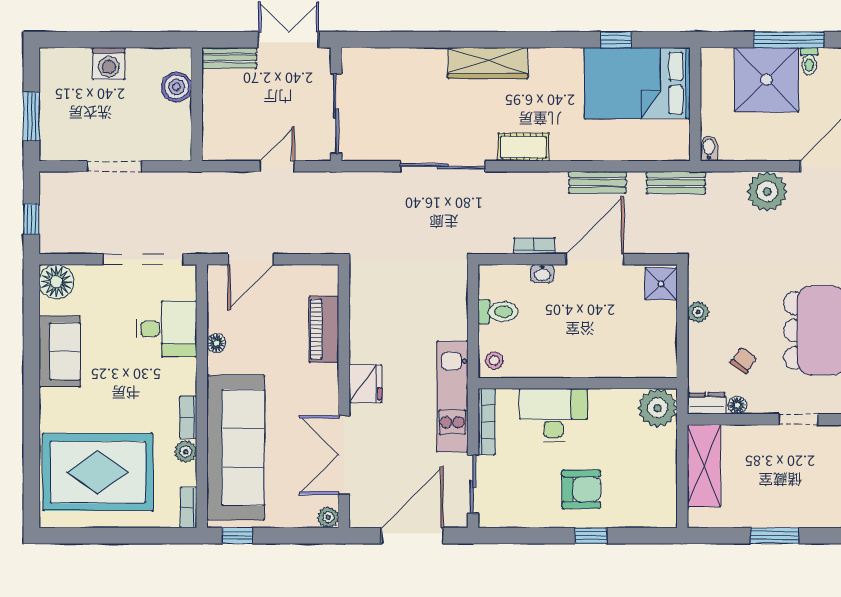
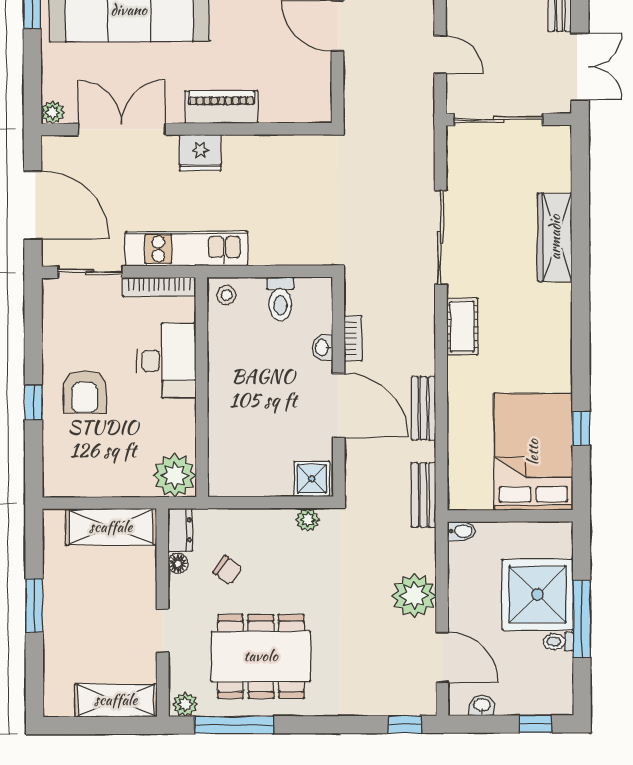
wardrobe: (488, 63) -> (555, 237), moved
plant: (698, 312) -> (308, 520), moved
piano: (324, 329) -> (222, 107), moved

